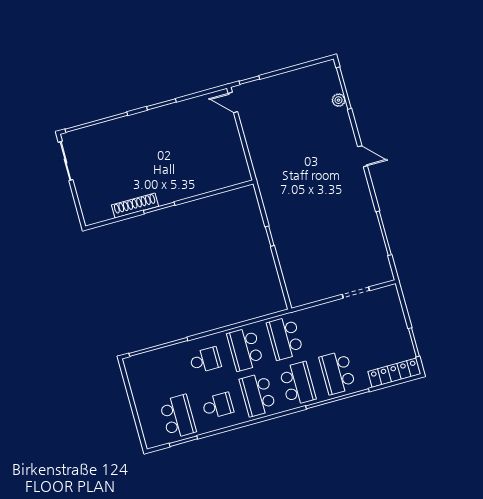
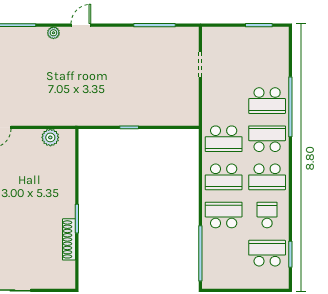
plant: (339, 100) -> (53, 33), moved
plant: (236, 157) -> (50, 137), added
school desk: (205, 360) -> (224, 215), width x1.85
locker: (394, 373) -> (281, 50), removed

